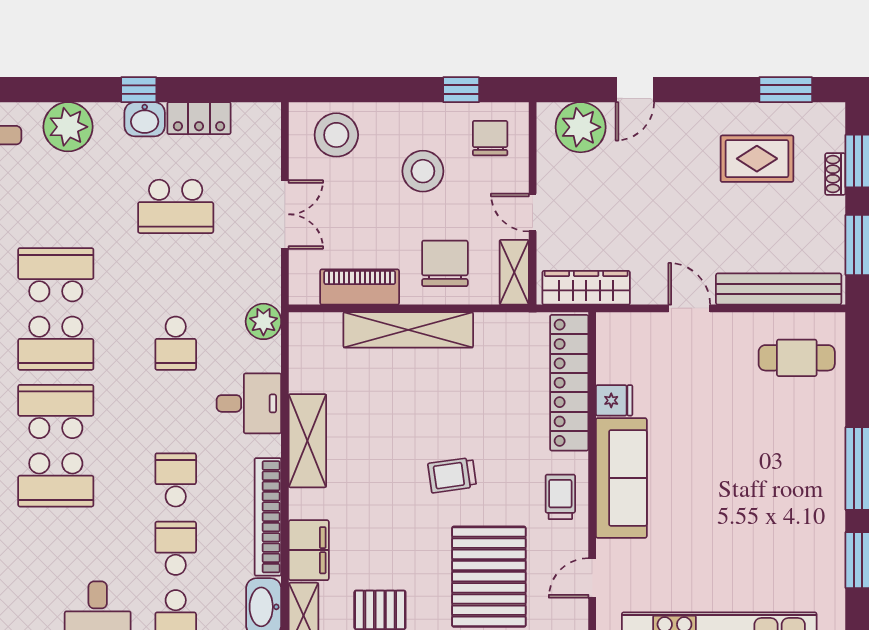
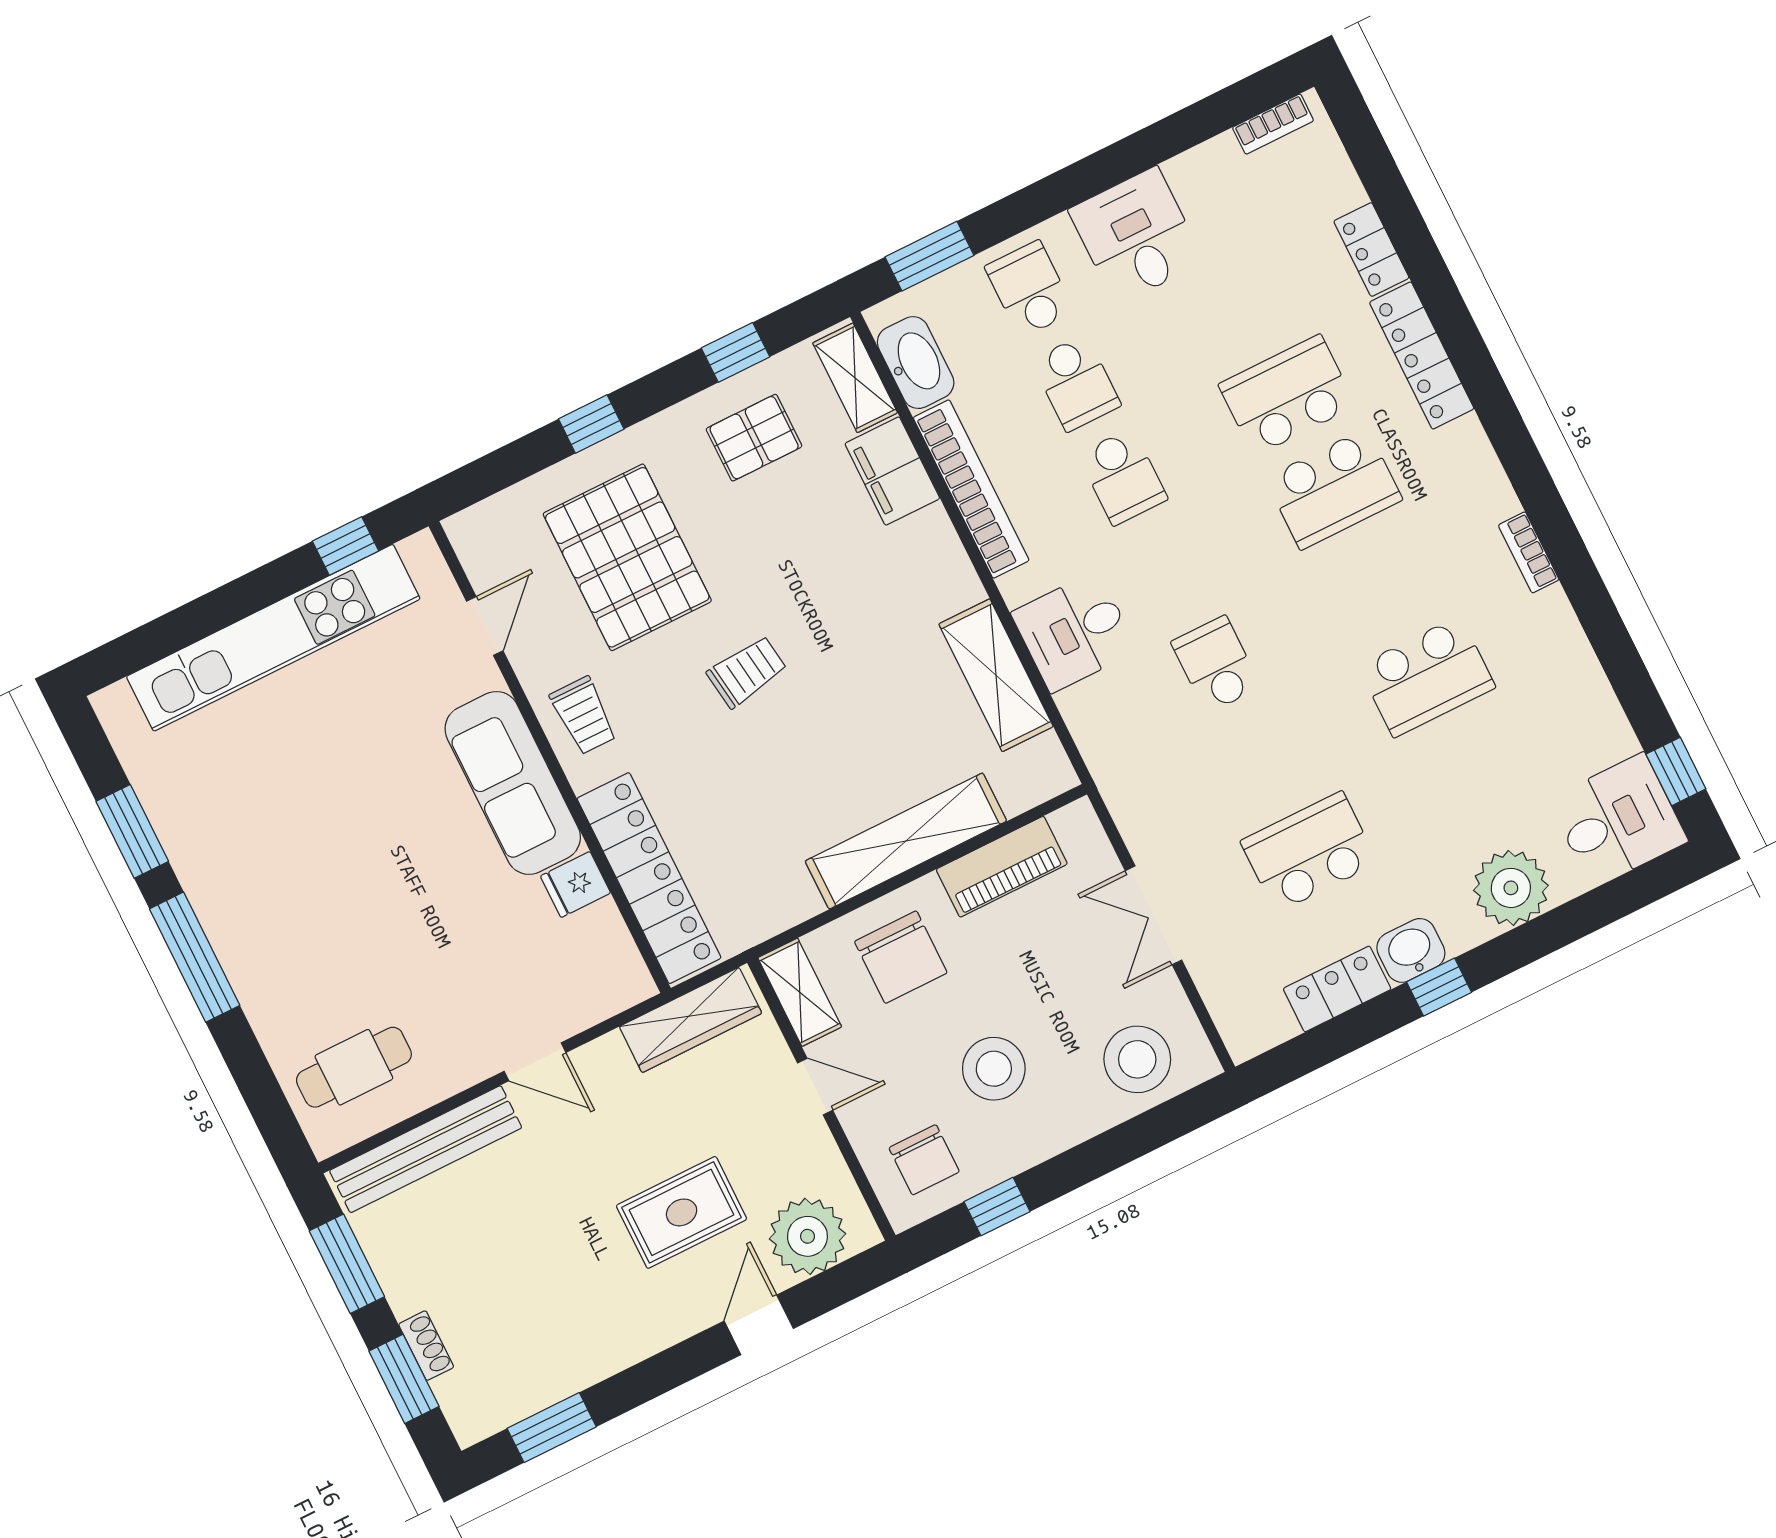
rug: (757, 159) -> (682, 1212), moved
plant: (263, 321) -> (1110, 754), removed
school desk: (56, 343) -> (1380, 583), removed
shelving: (307, 441) -> (996, 675), moved

